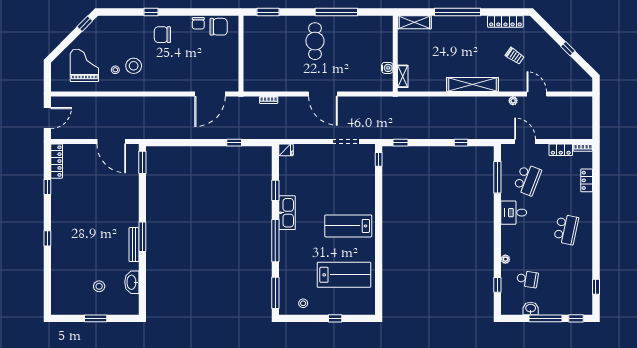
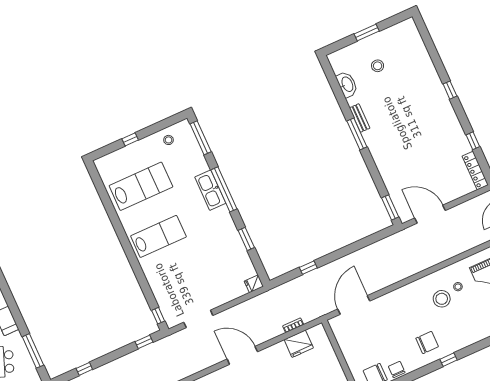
fridge: (271, 82) -> (299, 344), added
kitchen sink: (287, 213) -> (210, 190), moved
bench: (134, 245) -> (360, 118), width x0.73
lab bench: (344, 275) -> (141, 186), turned 180

